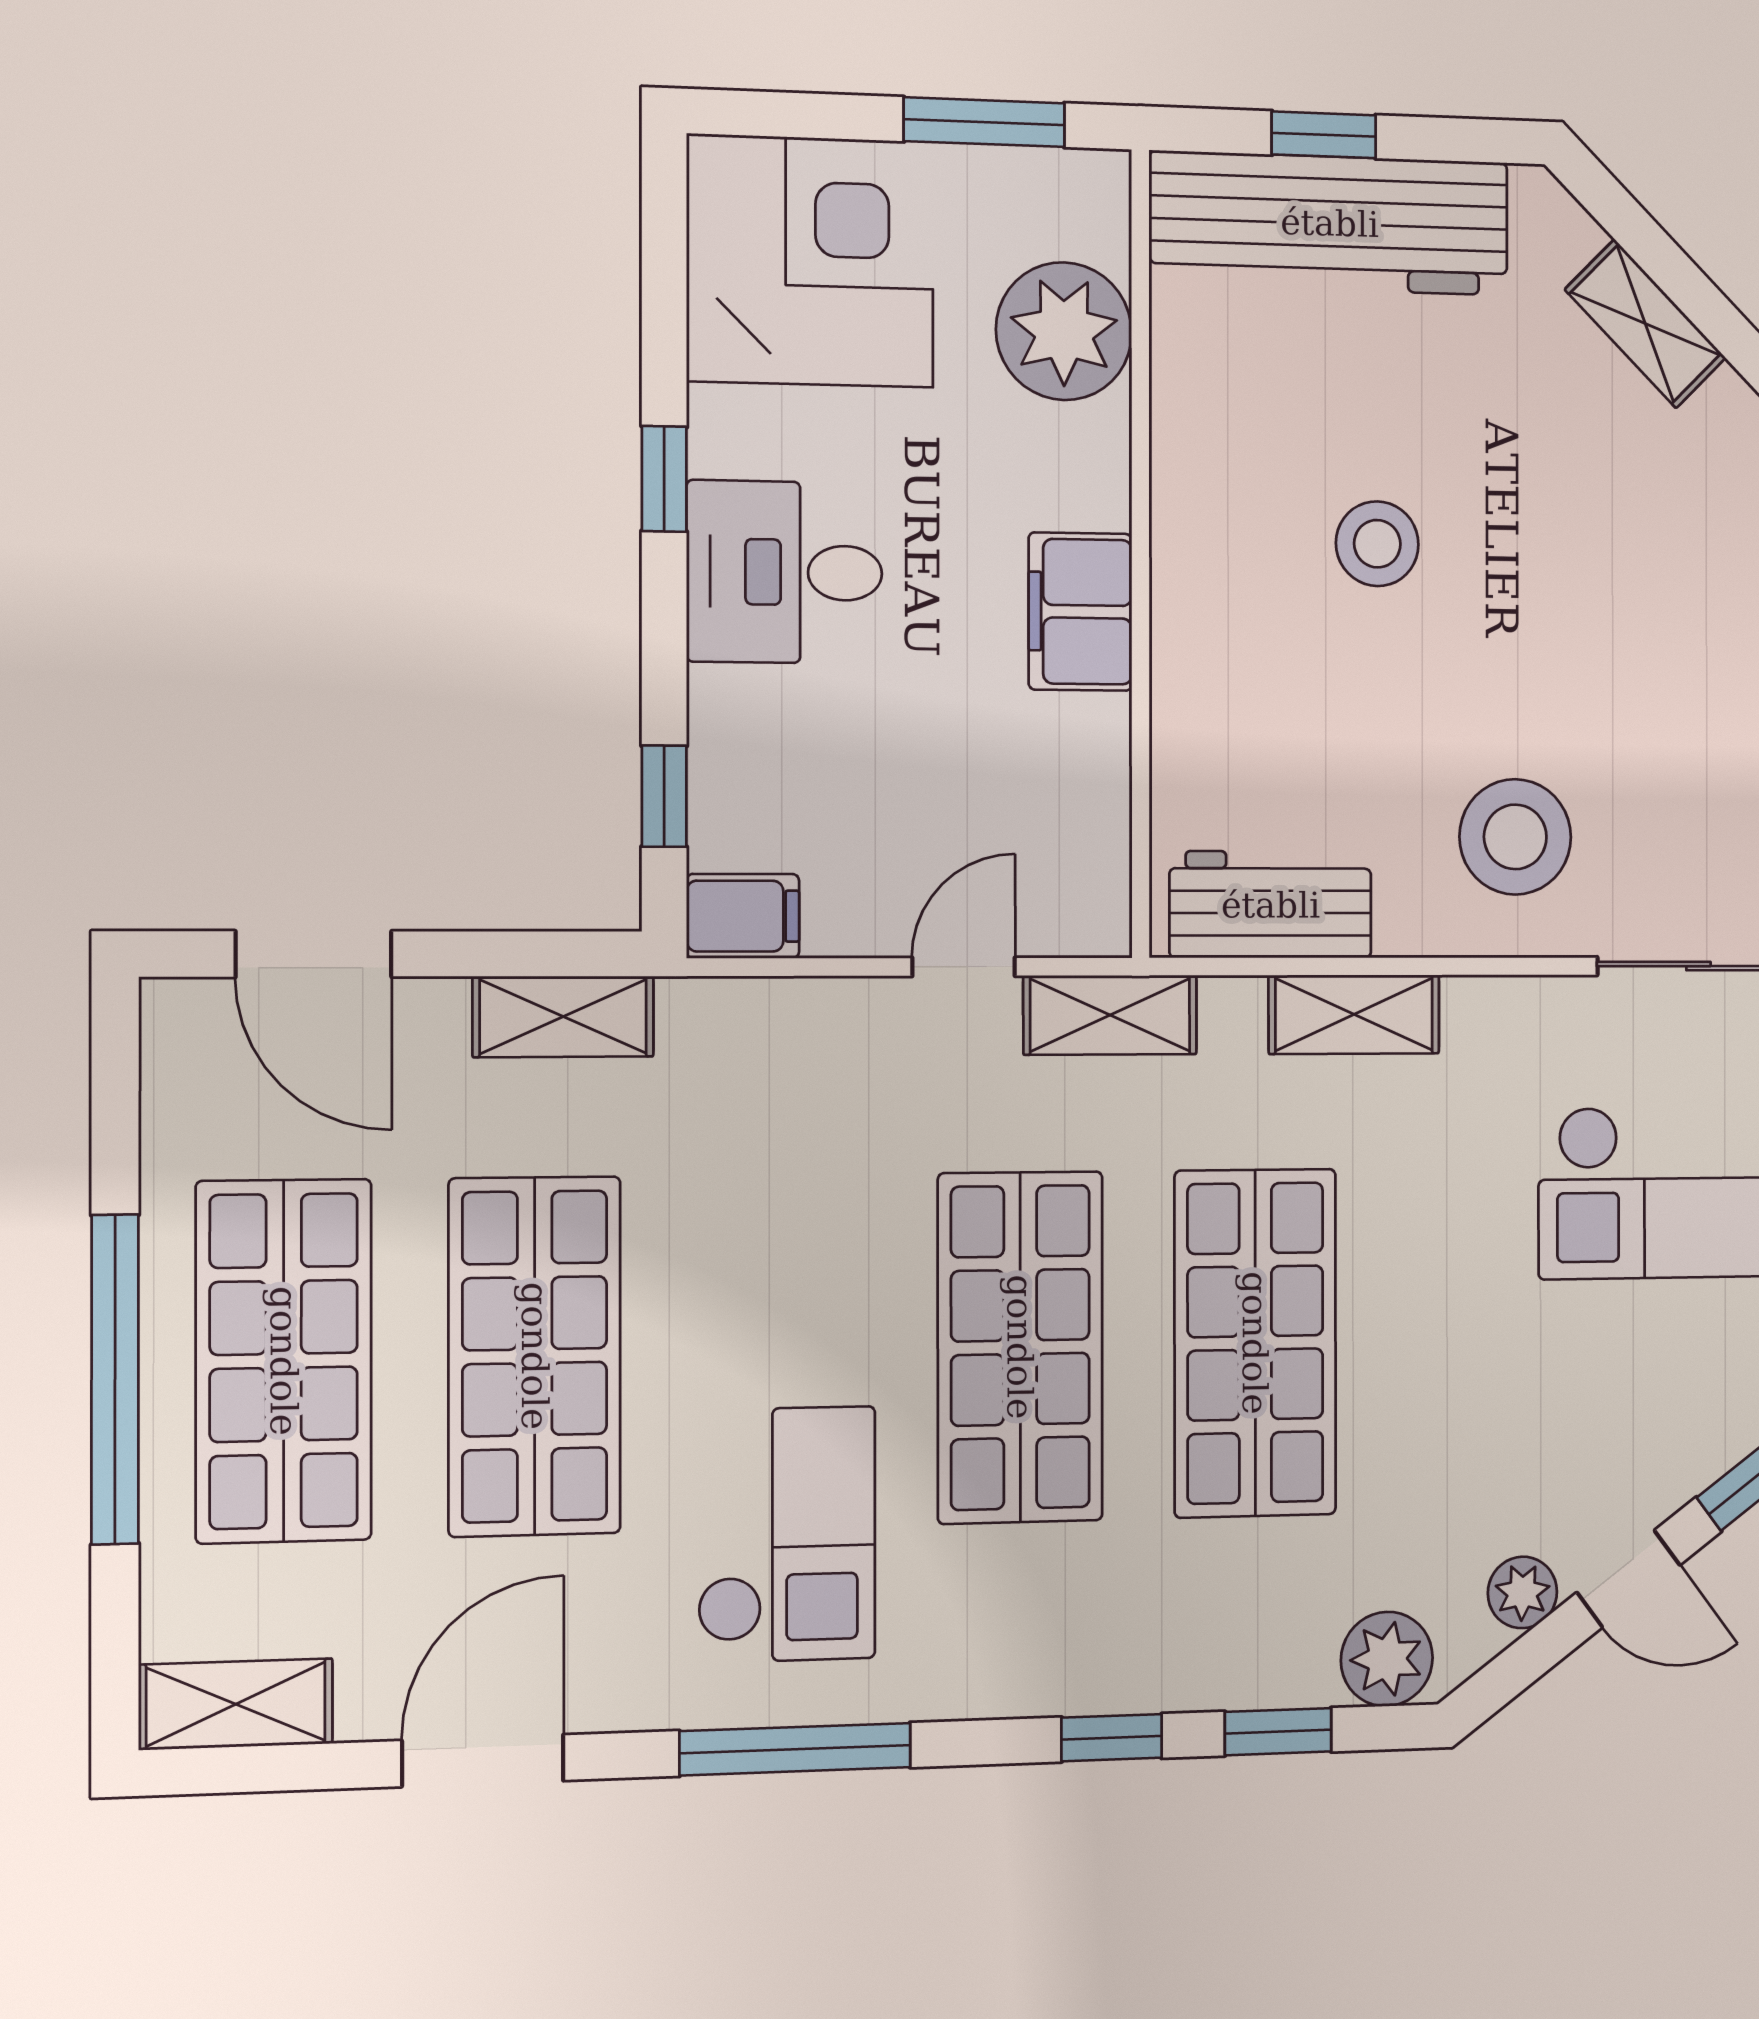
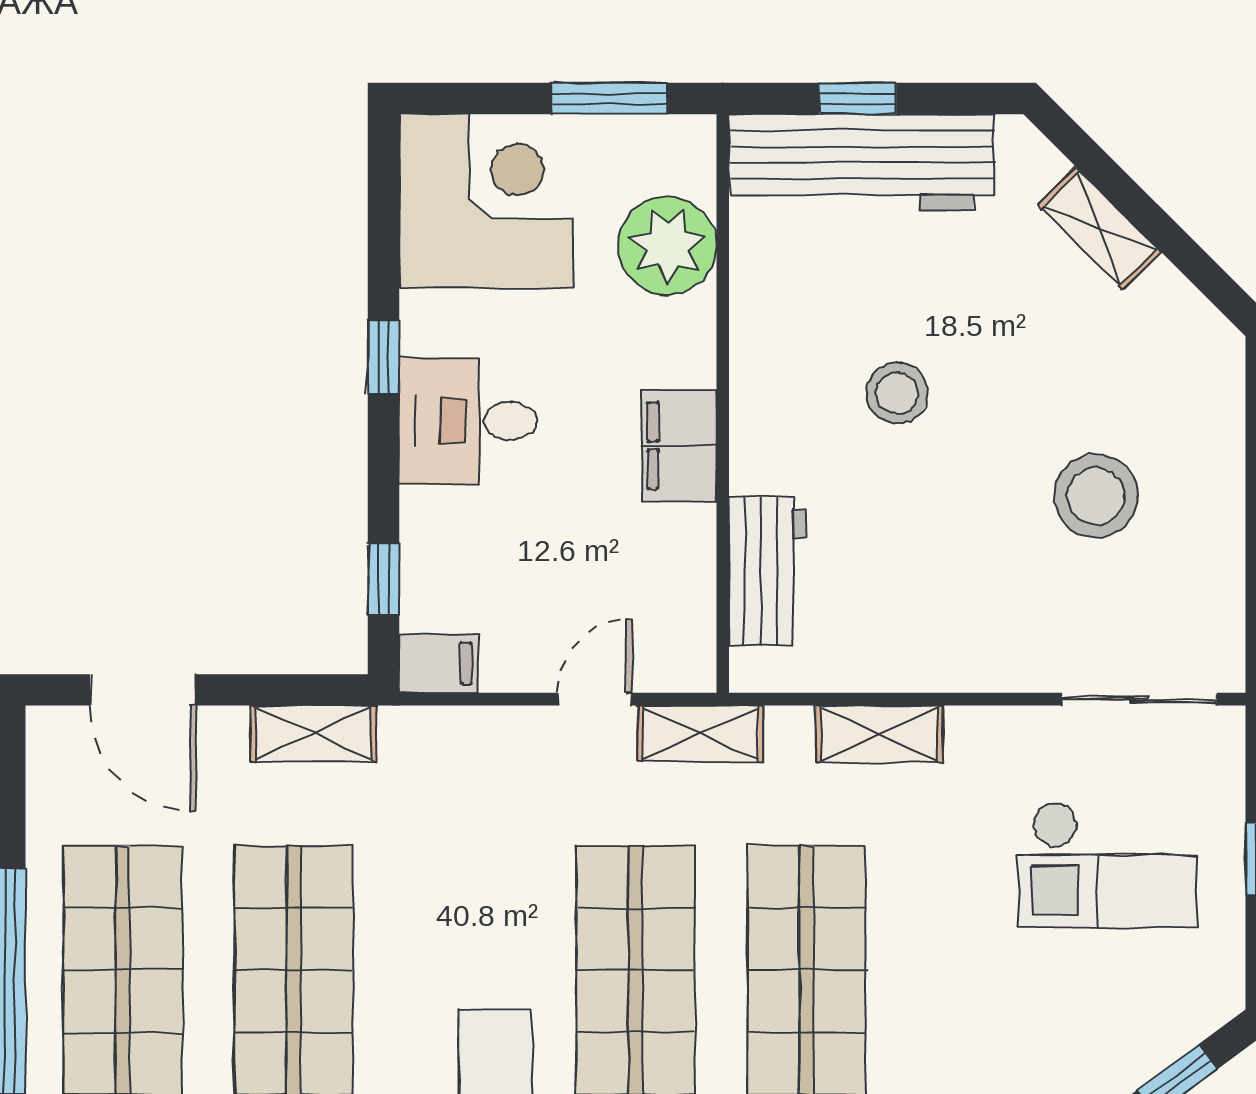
stool: (1515, 837) -> (1096, 496), moved
workbench: (1271, 905) -> (767, 571), moved, turned 90

